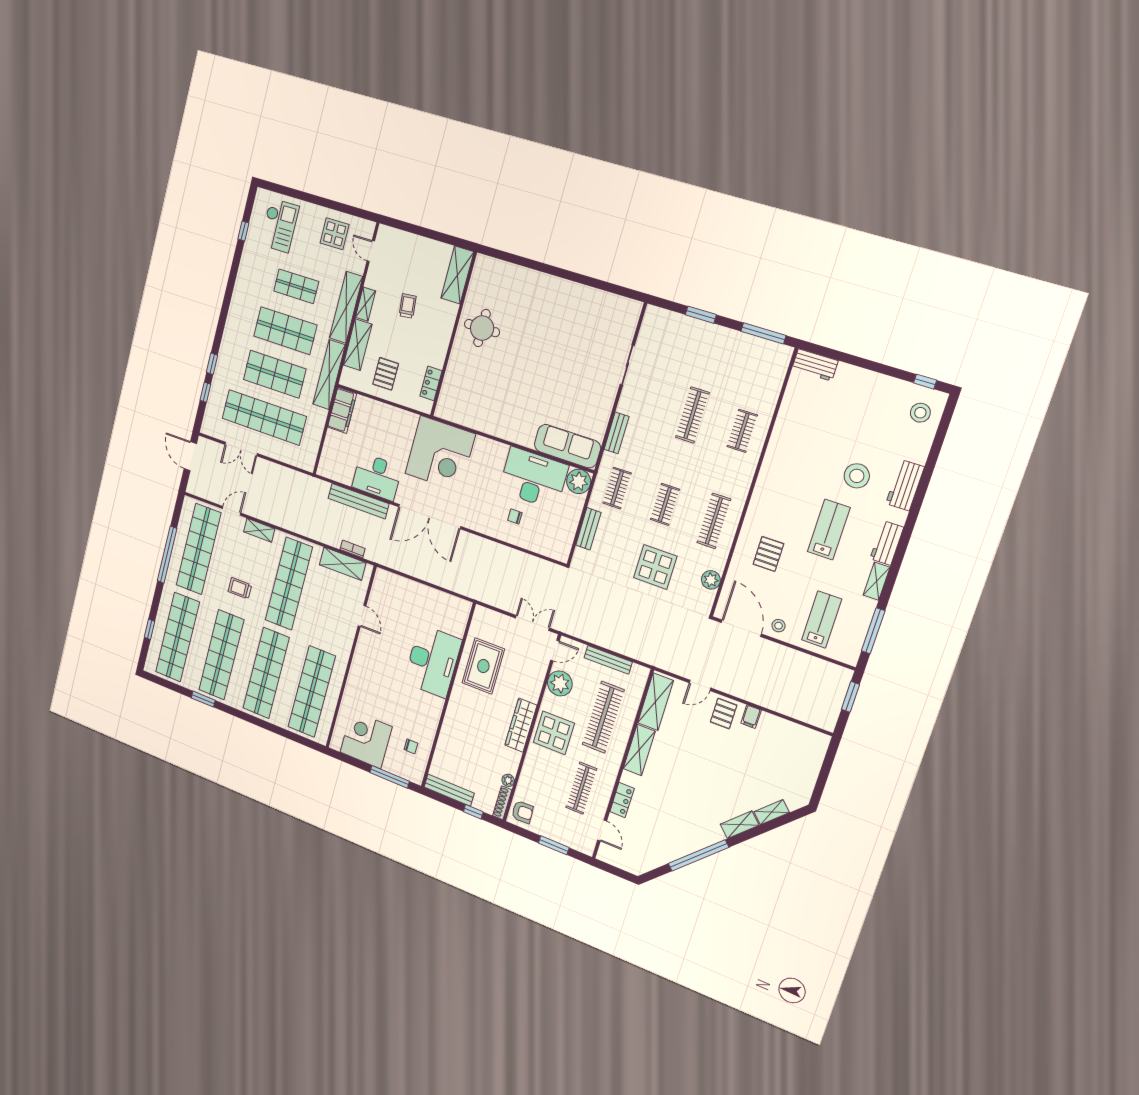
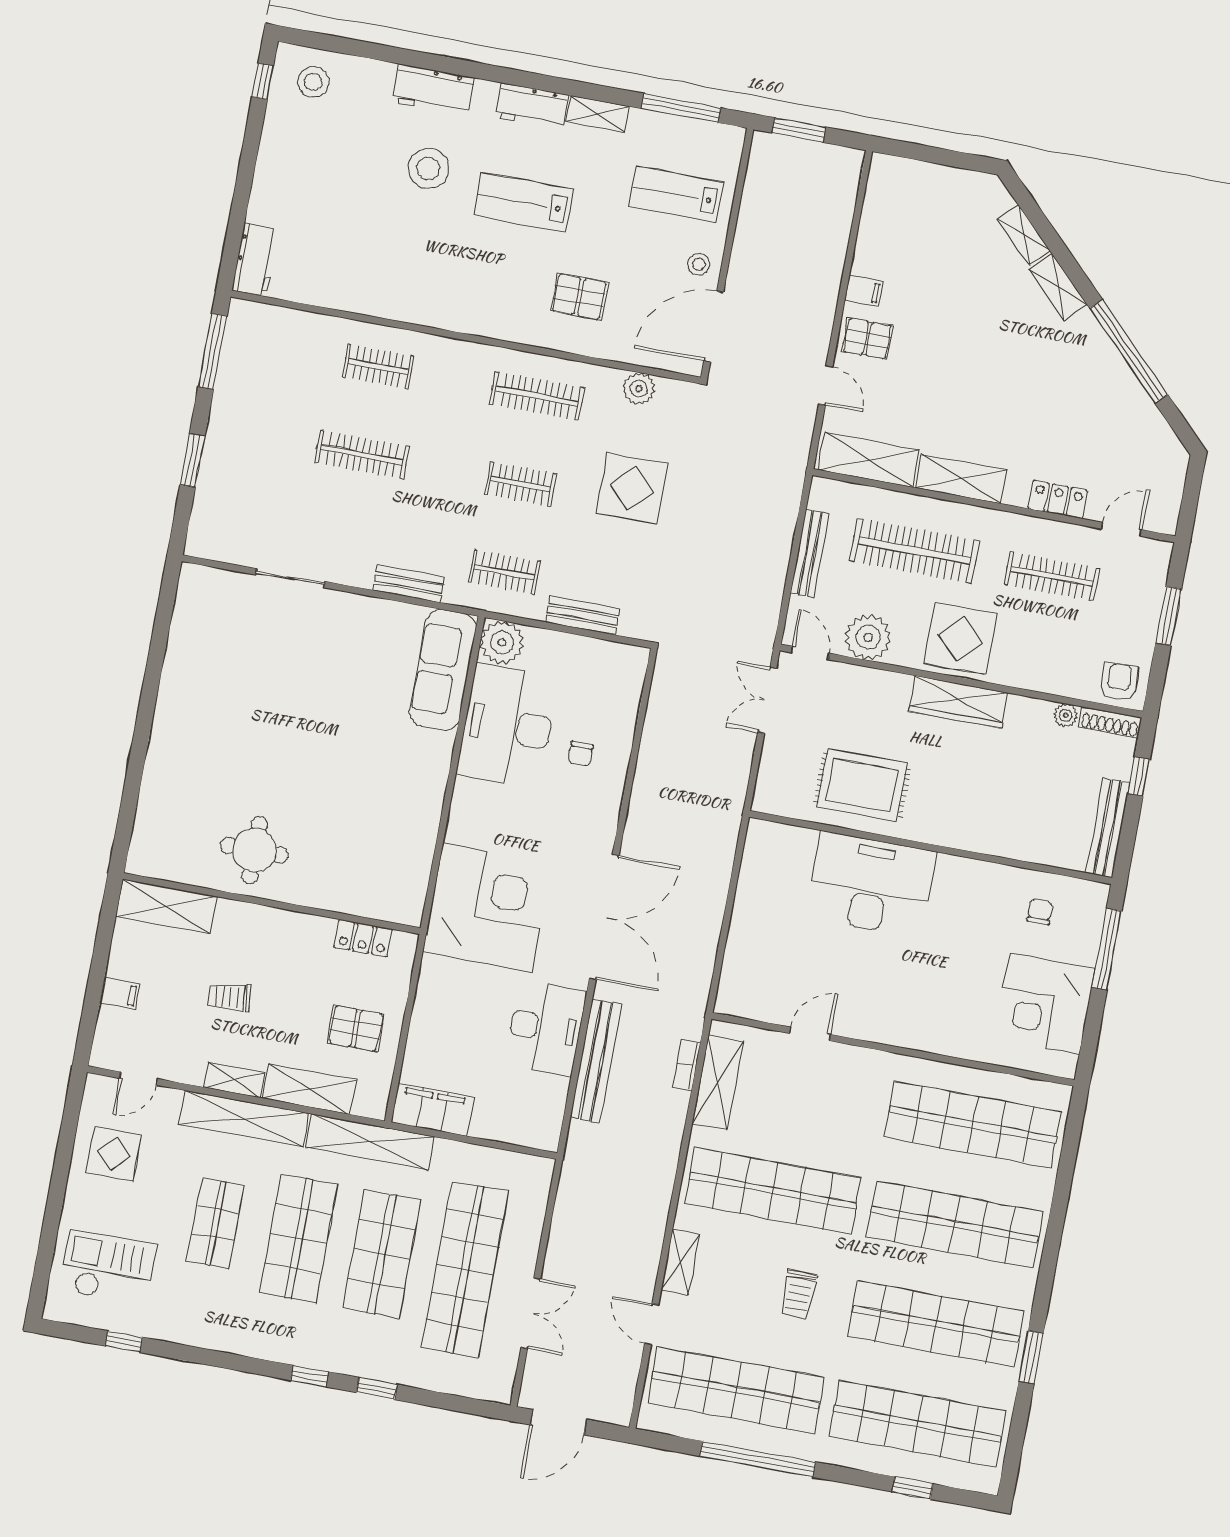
filing cabinet: (415, 244) -> (120, 993), added
window: (205, 392) -> (310, 1376), moved

